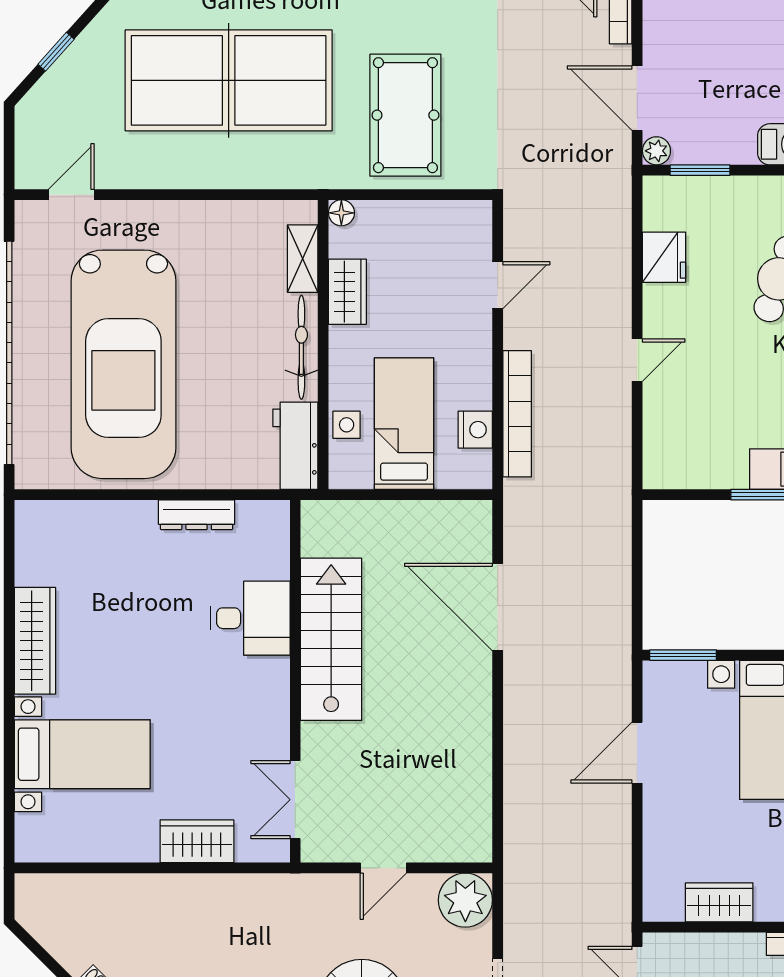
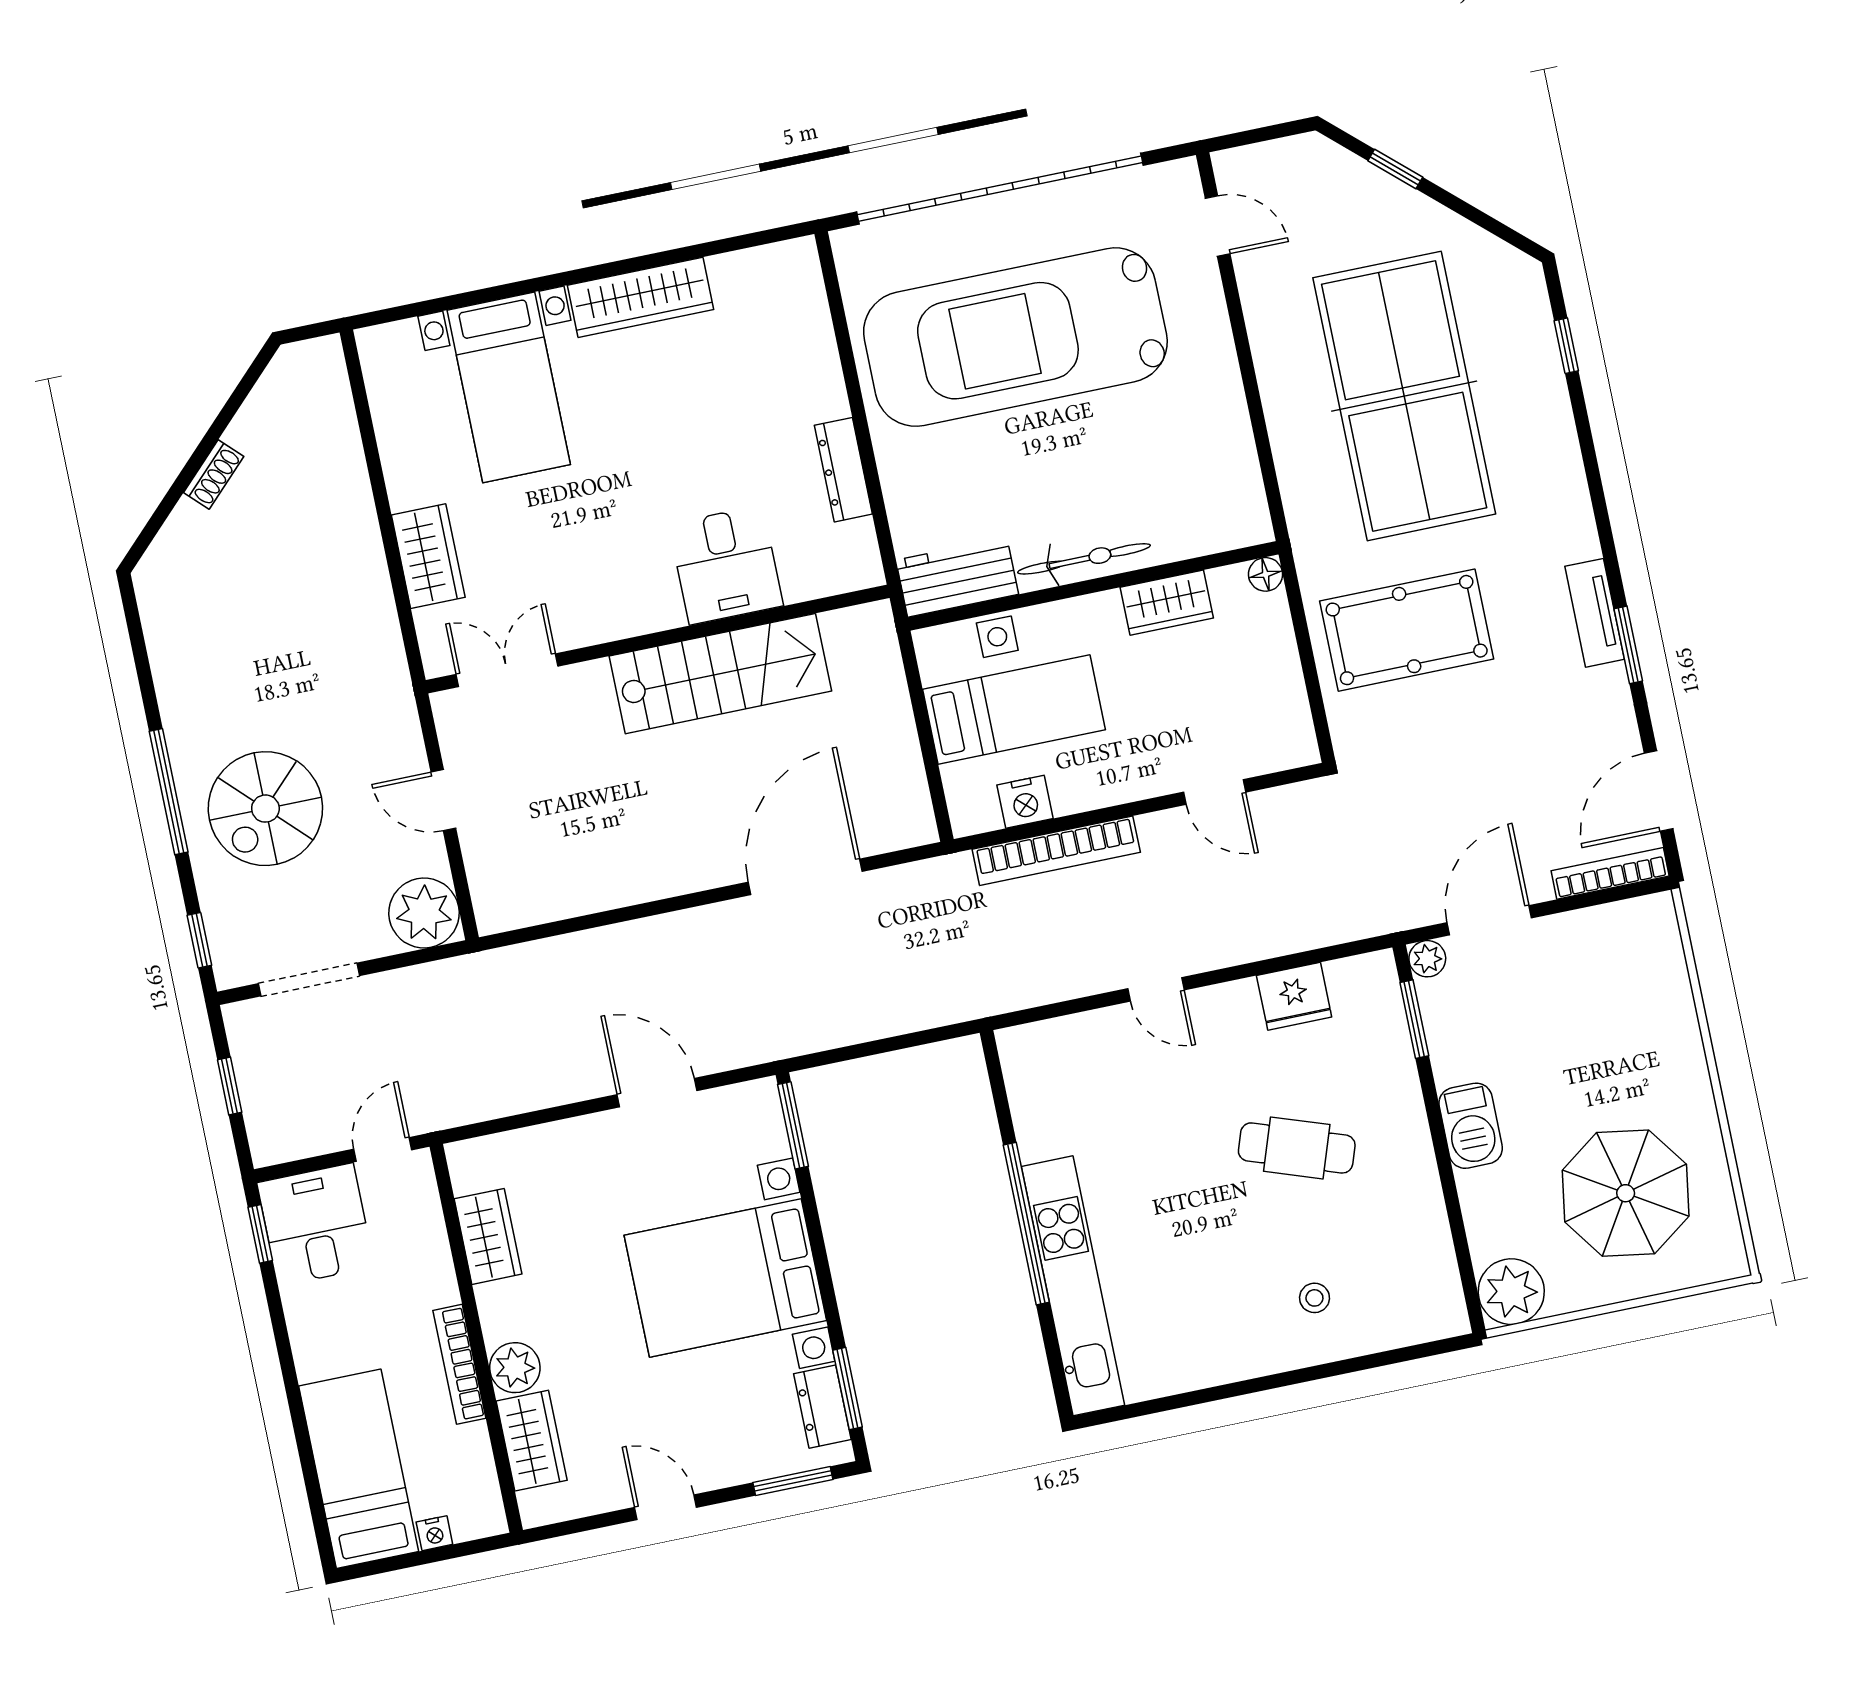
shelving: (303, 259) -> (1197, 537), removed

